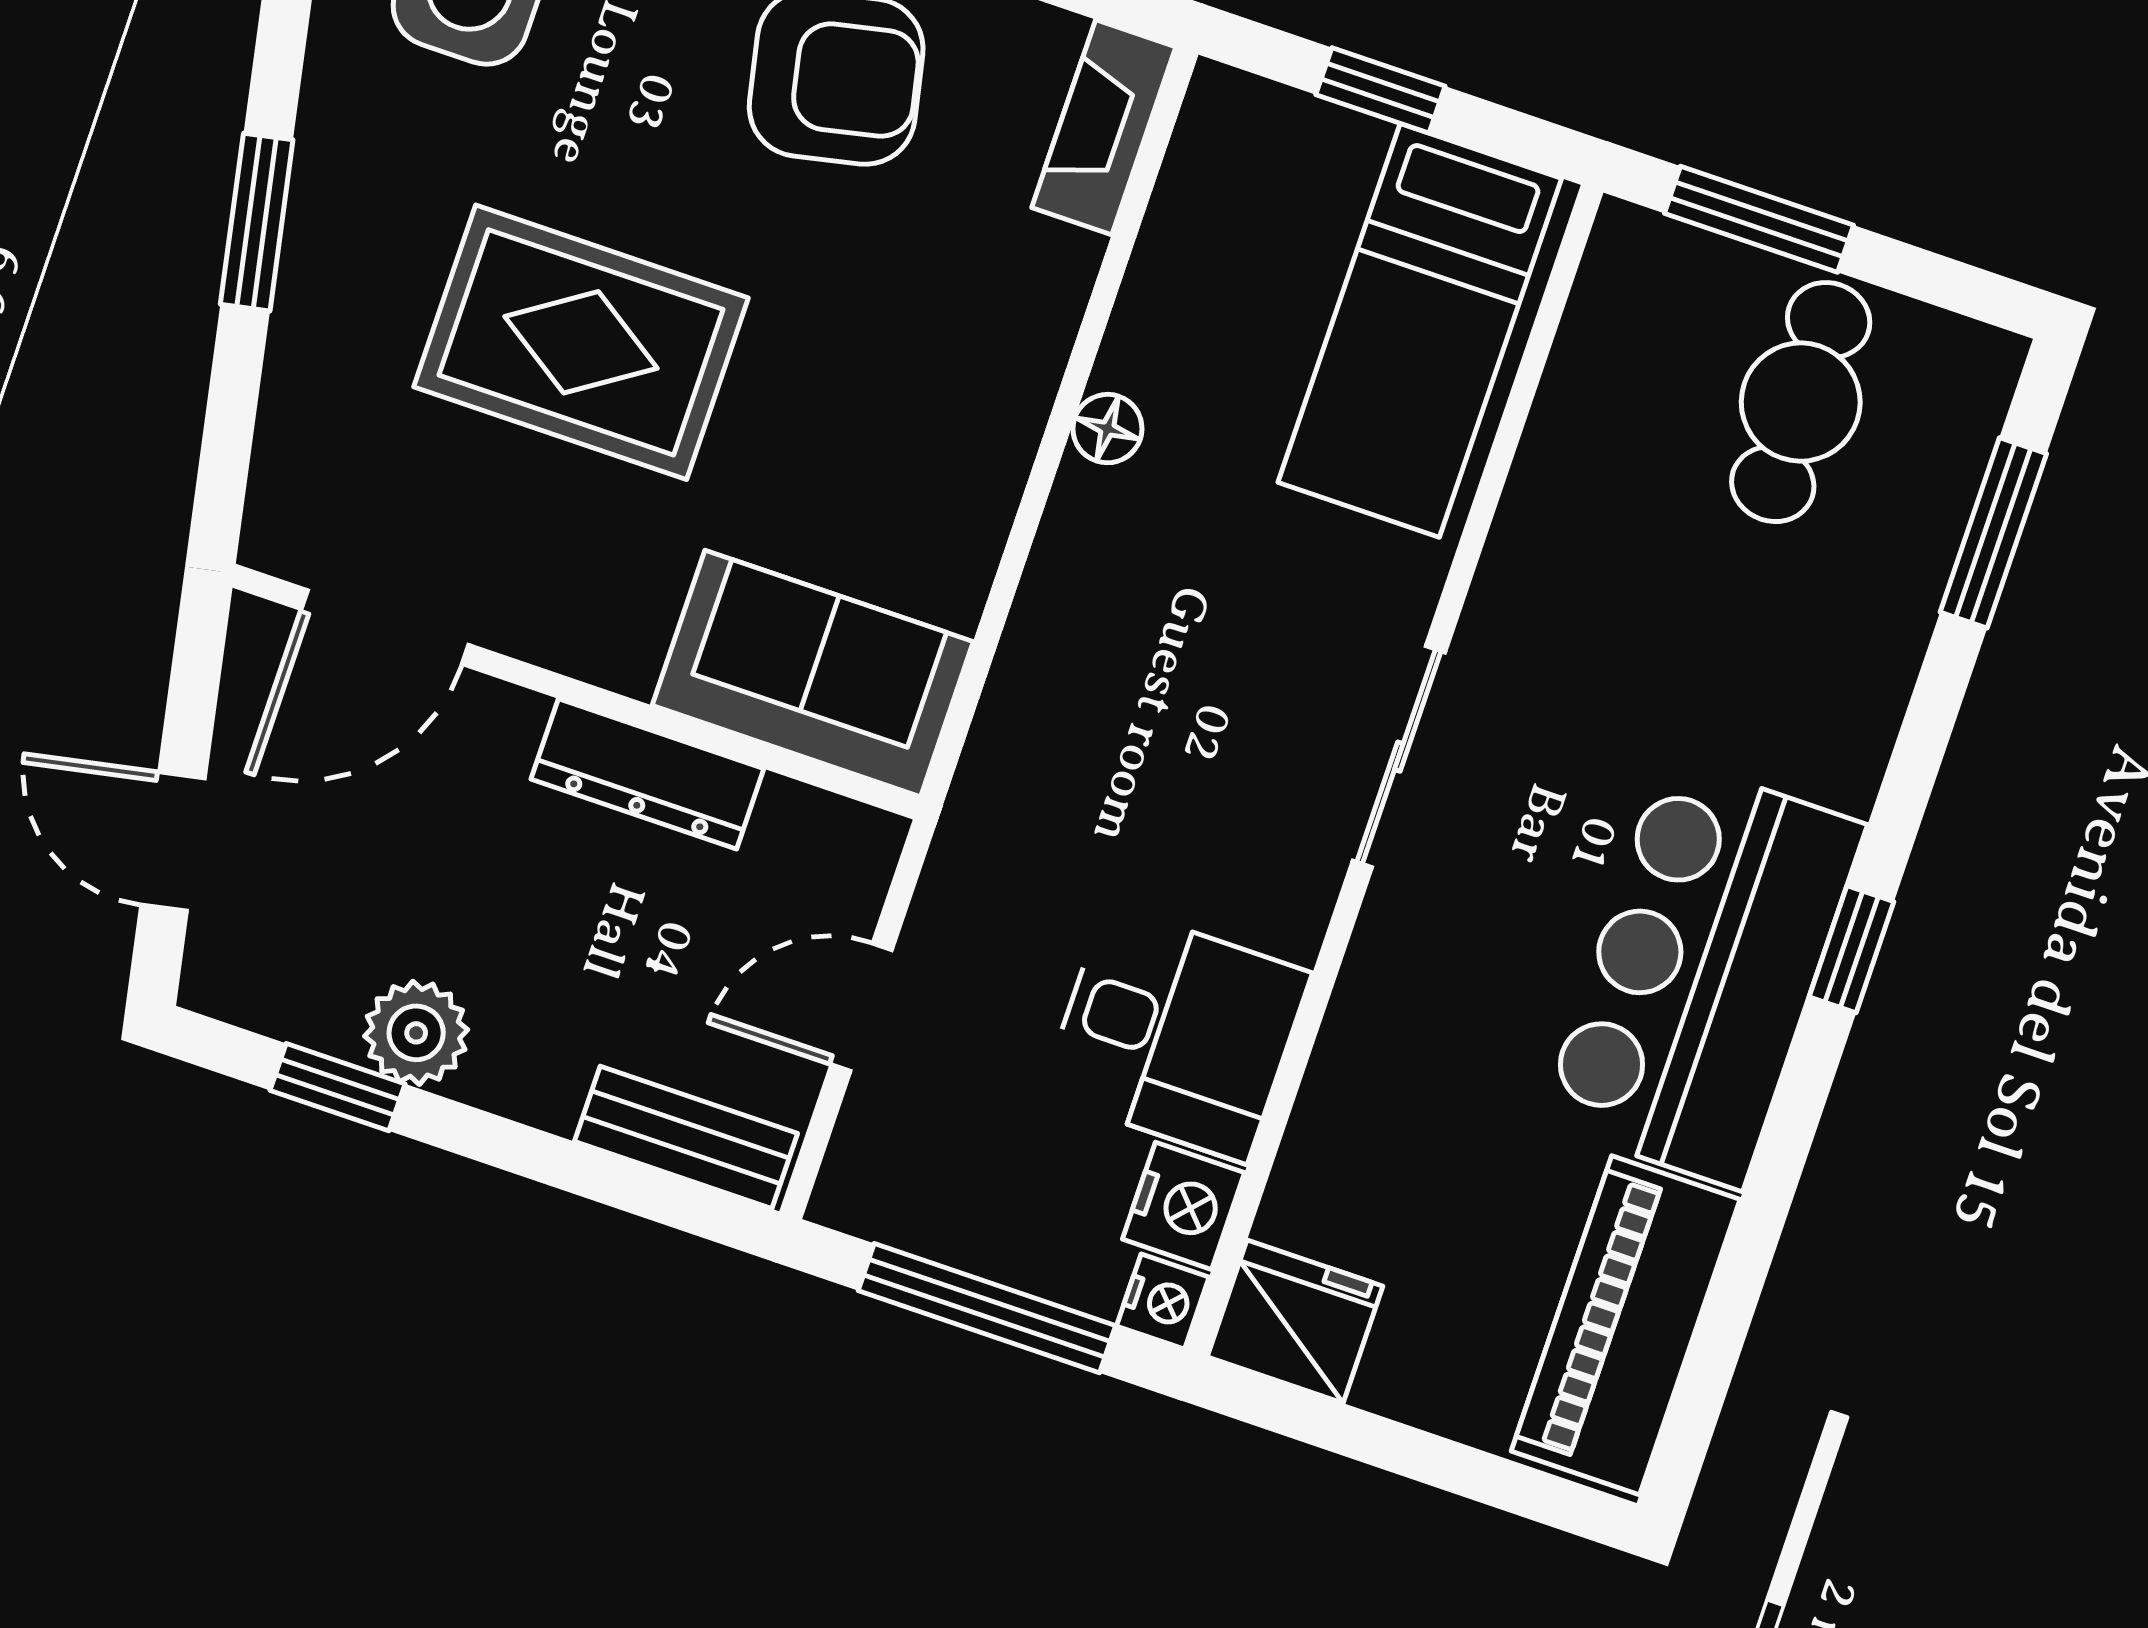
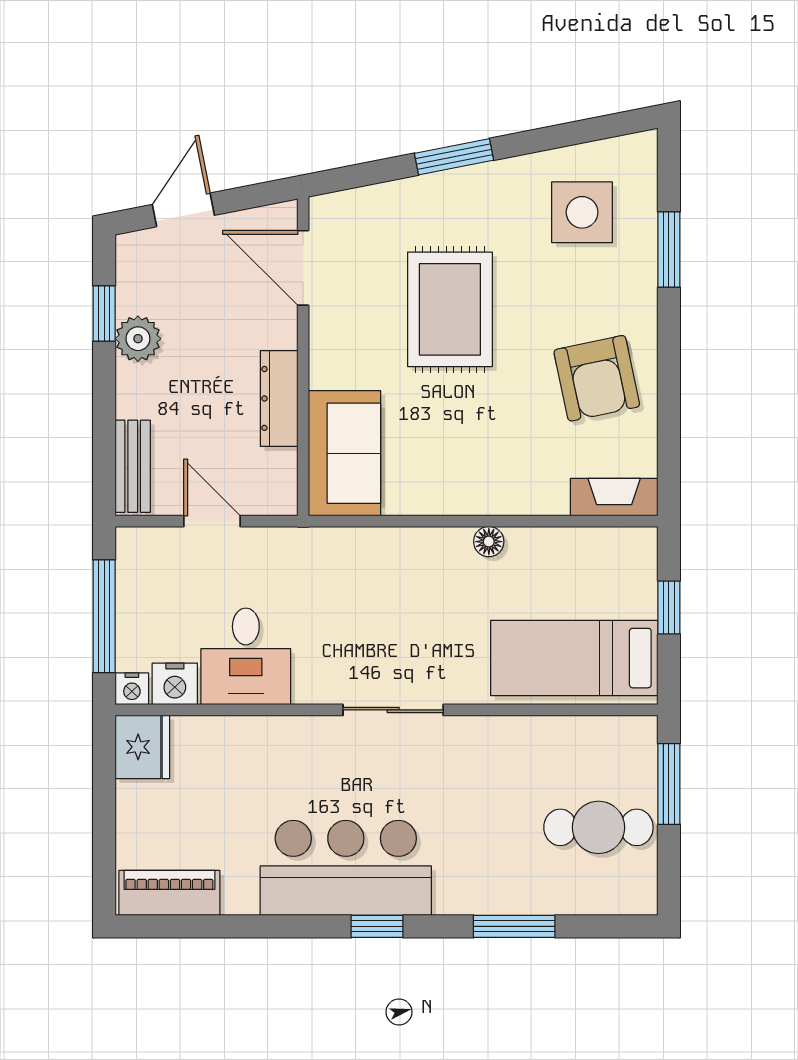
window: (1993, 533) -> (514, 926), moved
piano: (1626, 1325) -> (169, 893), width x0.73, depth x0.75

